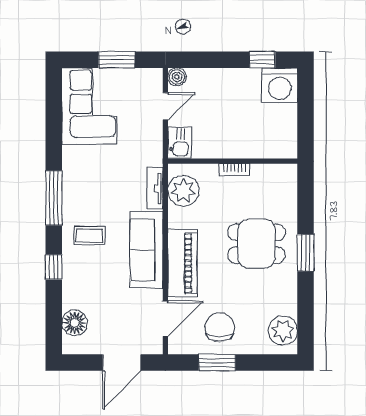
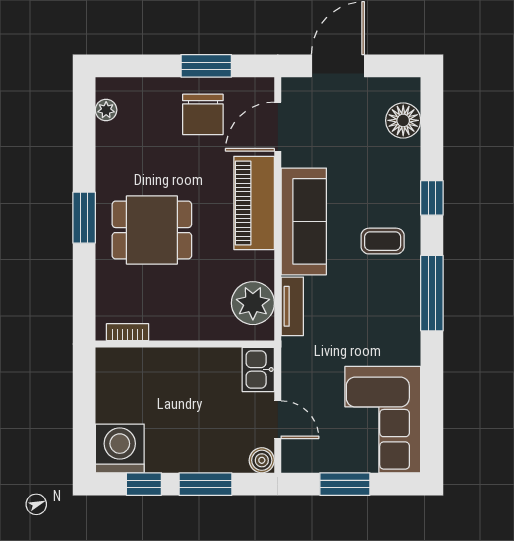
window: (218, 60) -> (205, 484), added
door: (165, 106) -> (278, 420), swing flipped
bookcase: (235, 170) -> (128, 332), moved
plant: (283, 331) -> (106, 110), width x0.53, depth x0.53

